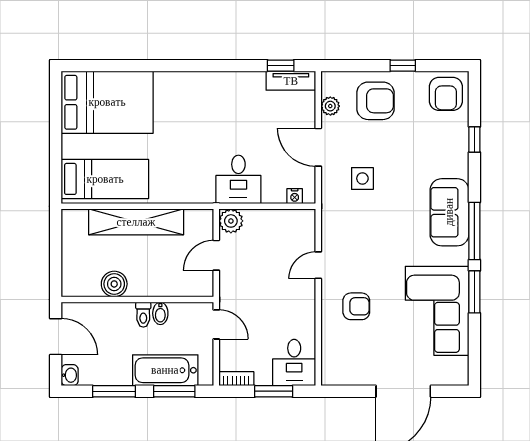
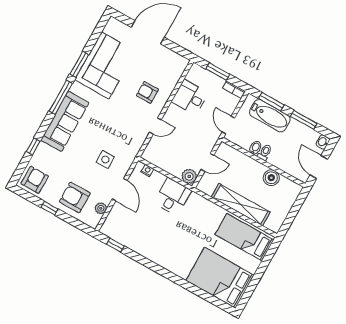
tv unit: (291, 81) -> (114, 234), removed
sofa: (449, 212) -> (65, 121), width x1.36
desk: (294, 363) -> (190, 97), moved, turned -90

